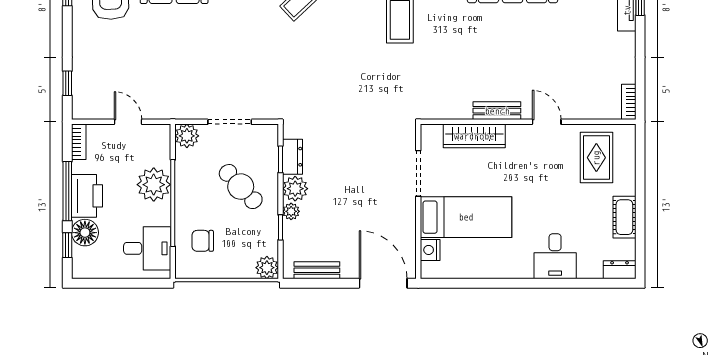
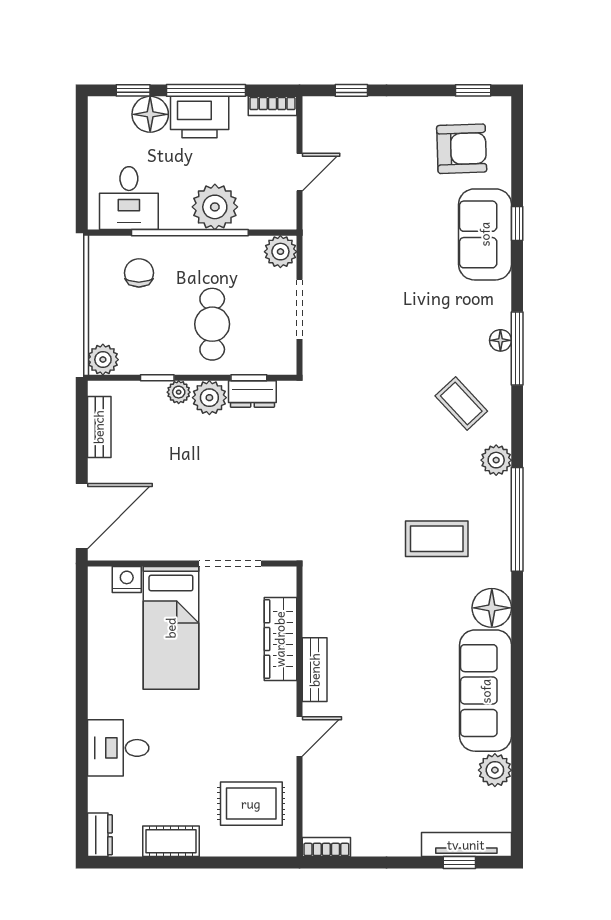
cafe table: (241, 187) -> (212, 324), turned -47

